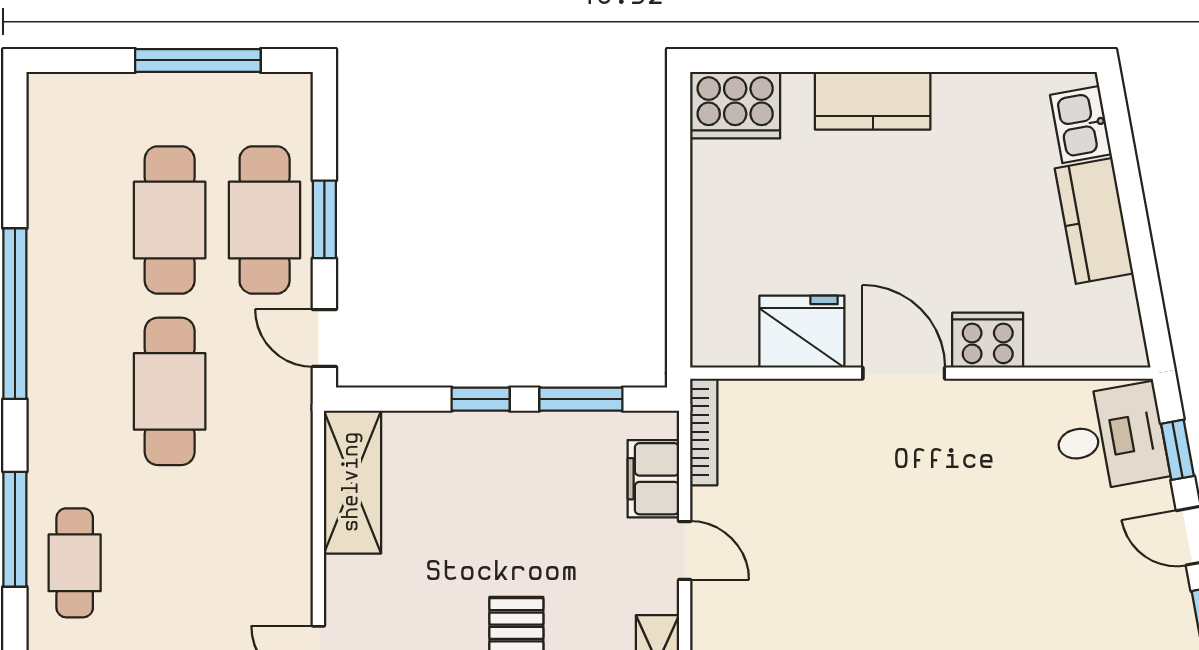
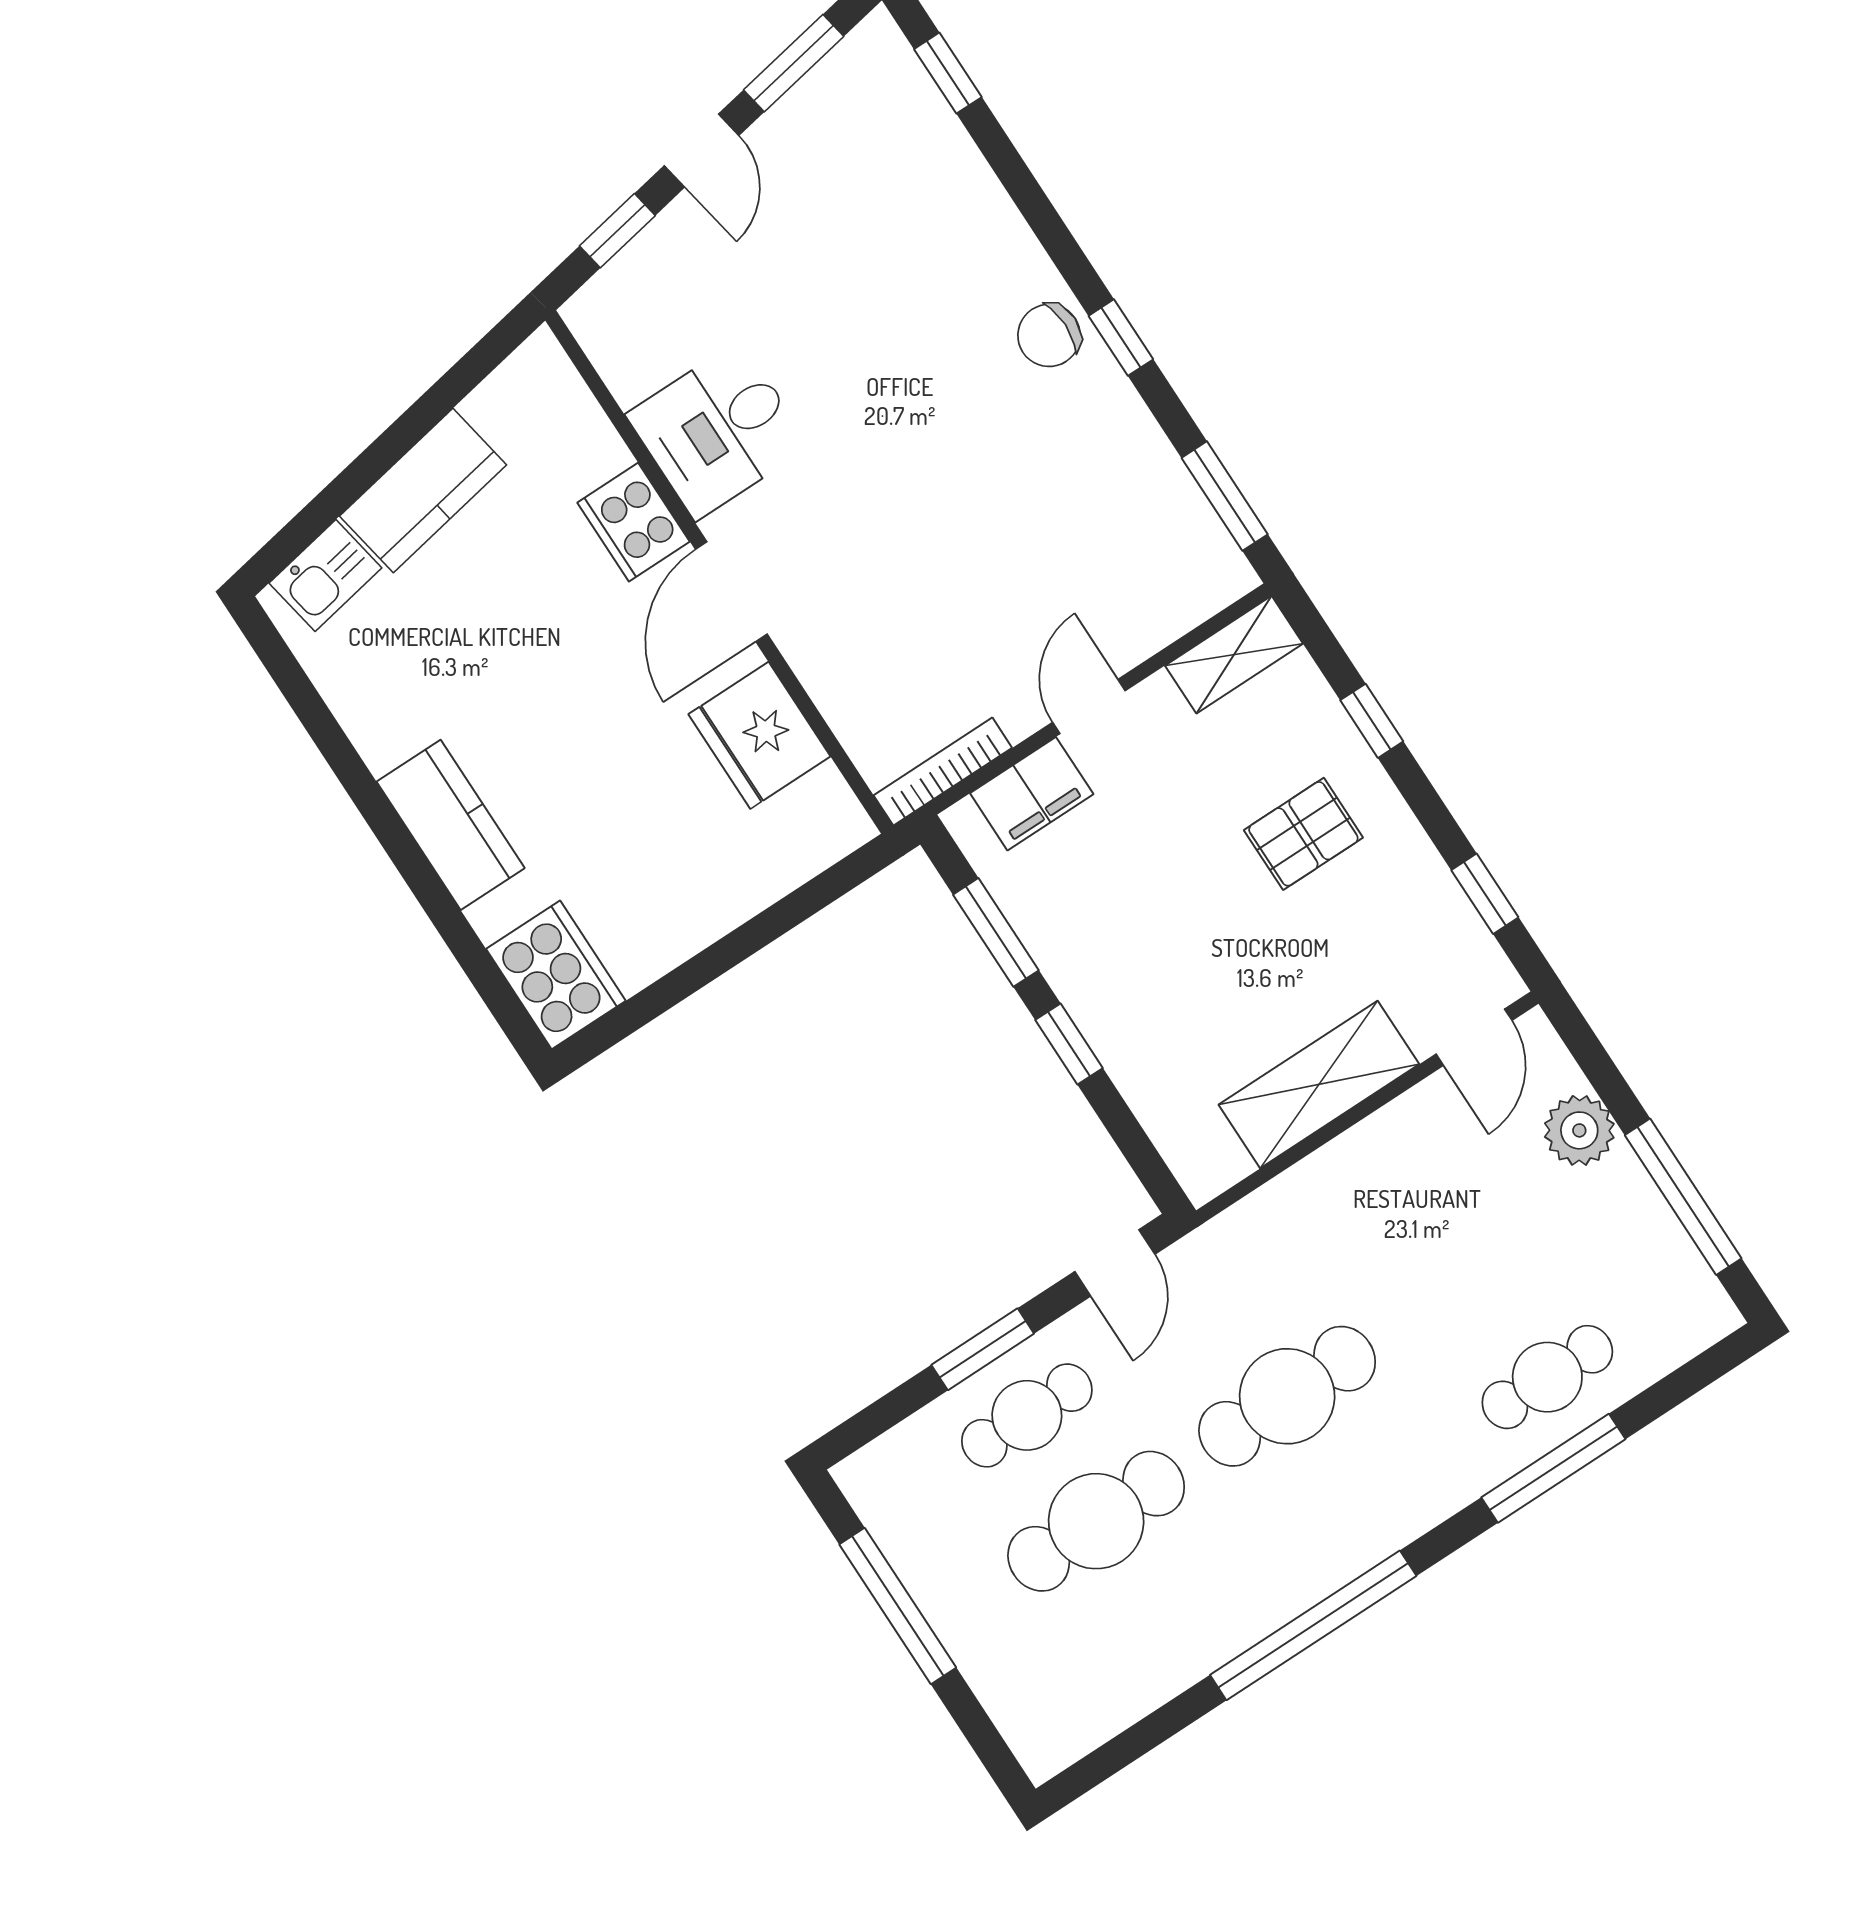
cafe table: (265, 220) -> (1027, 1415), width x0.73, depth x0.74
desk: (1110, 438) -> (718, 430), moved, turned -80
shelving: (352, 482) -> (1319, 1084), moved

